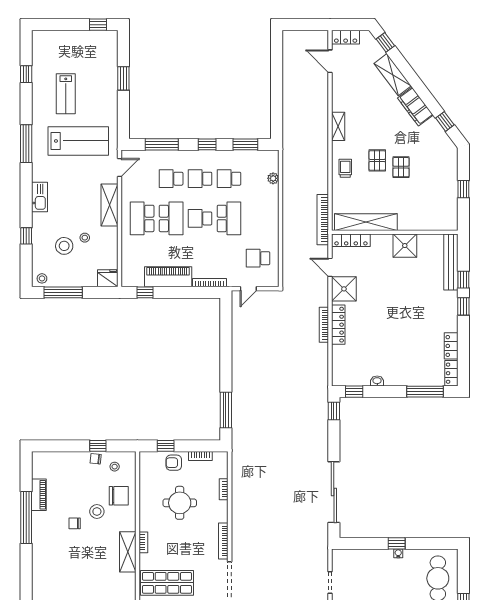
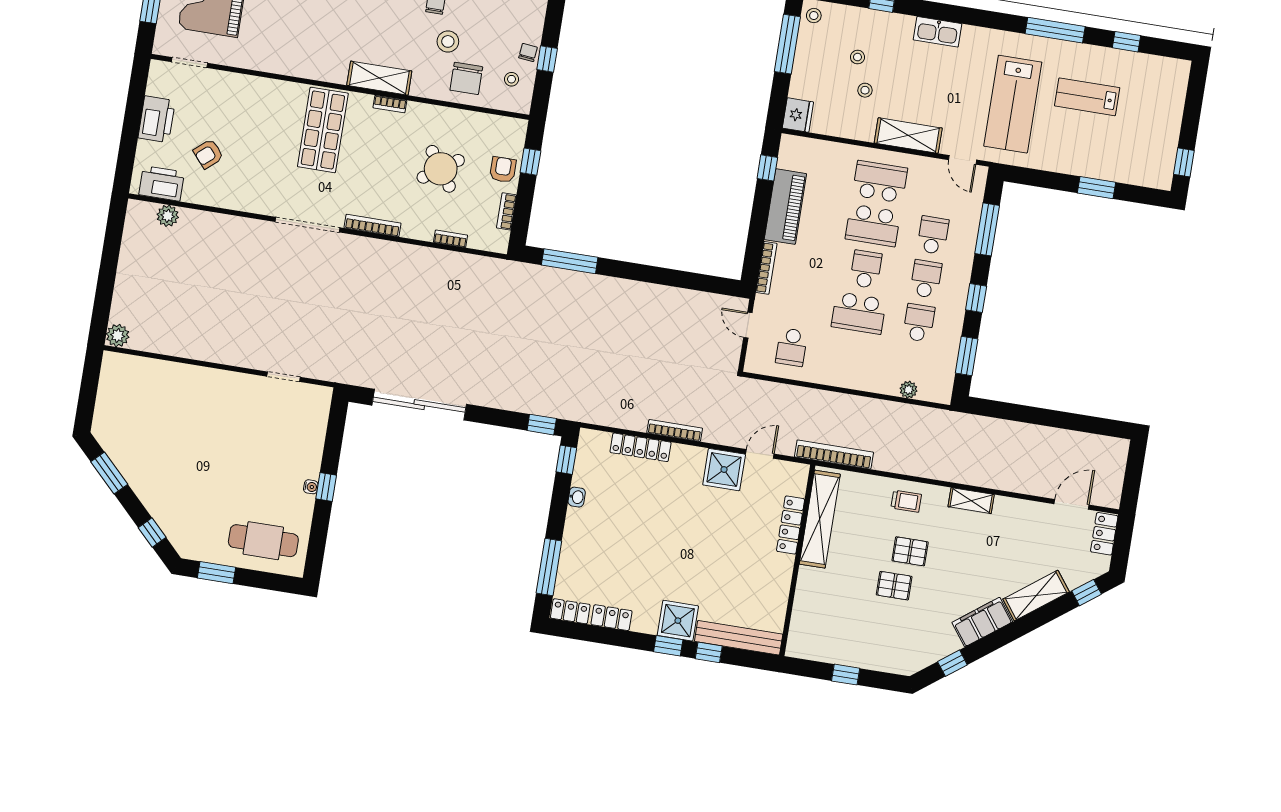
window: (26, 144) -> (1055, 30), moved
locker: (351, 240) -> (791, 525), moved
stool: (64, 246) -> (857, 57), width x0.53, depth x0.53
shower: (405, 246) -> (678, 621), moved
school desk: (258, 258) -> (792, 347), turned 180
locker: (338, 325) -> (640, 447), moved
round table: (180, 503) -> (441, 169), turned -35

